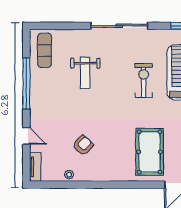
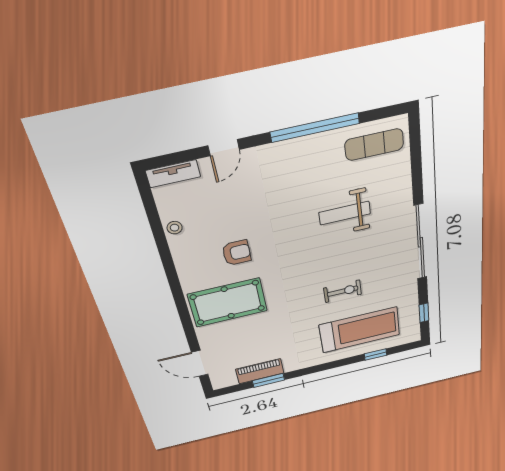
exercise bike: (144, 81) -> (343, 291), width x0.73, depth x0.72
armchair: (83, 145) -> (237, 253), moved, turned -43
pool table: (150, 152) -> (228, 303), moved

